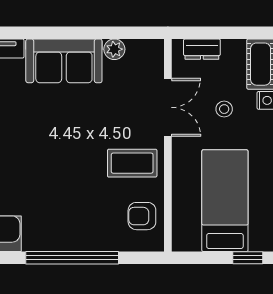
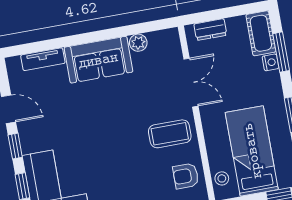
stool: (224, 109) -> (222, 178), moved

